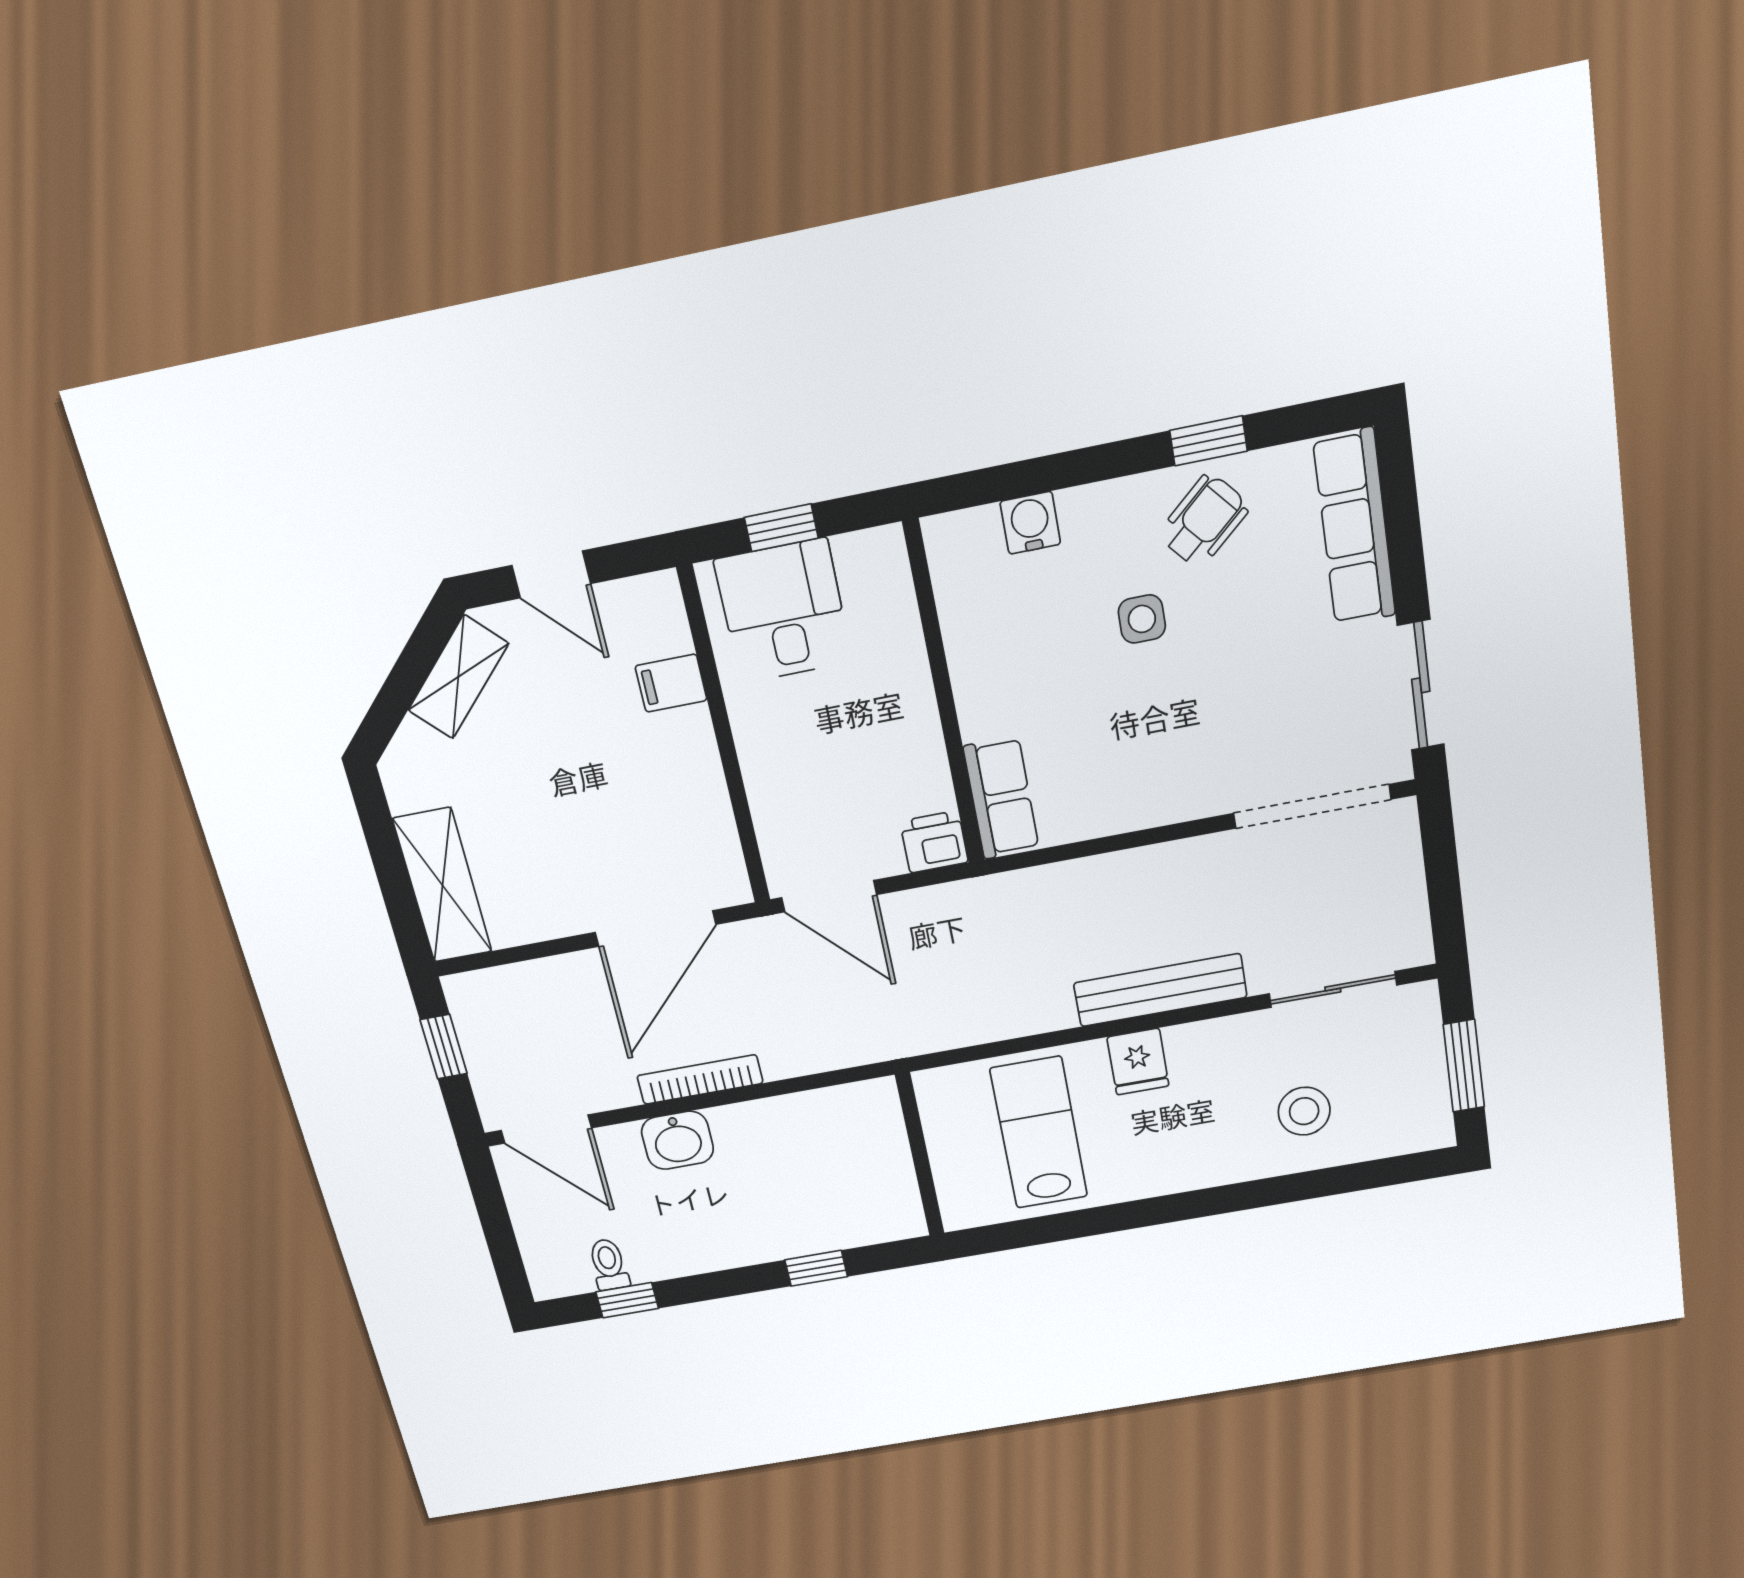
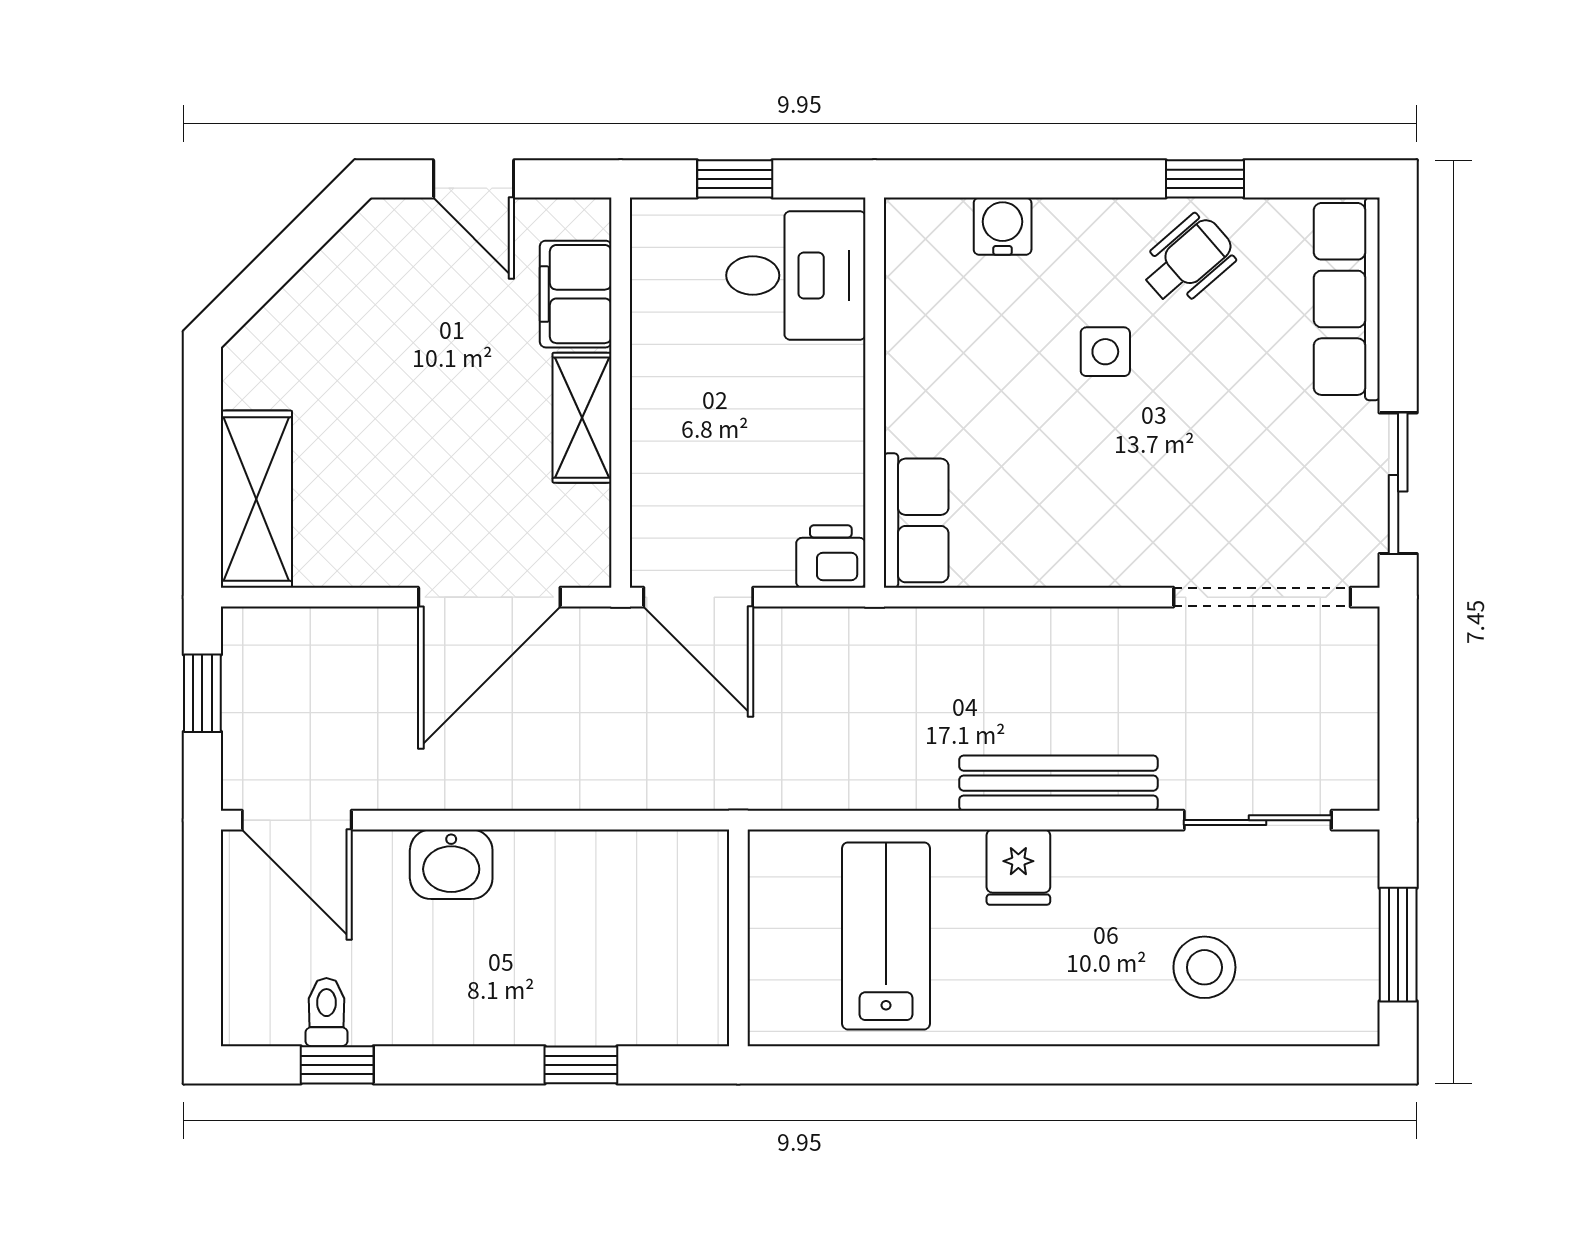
desk: (783, 611) -> (796, 275), moved, turned 90
shelving: (458, 677) -> (582, 418), moved, turned -45
filing cabinet: (671, 683) -> (576, 294), width x2.00
bookcase: (700, 1079) -> (497, 792), removed

